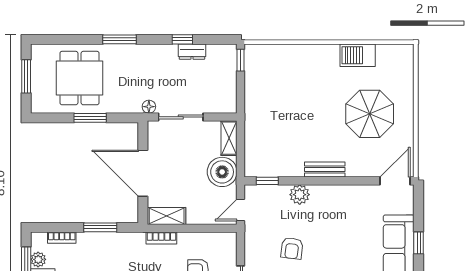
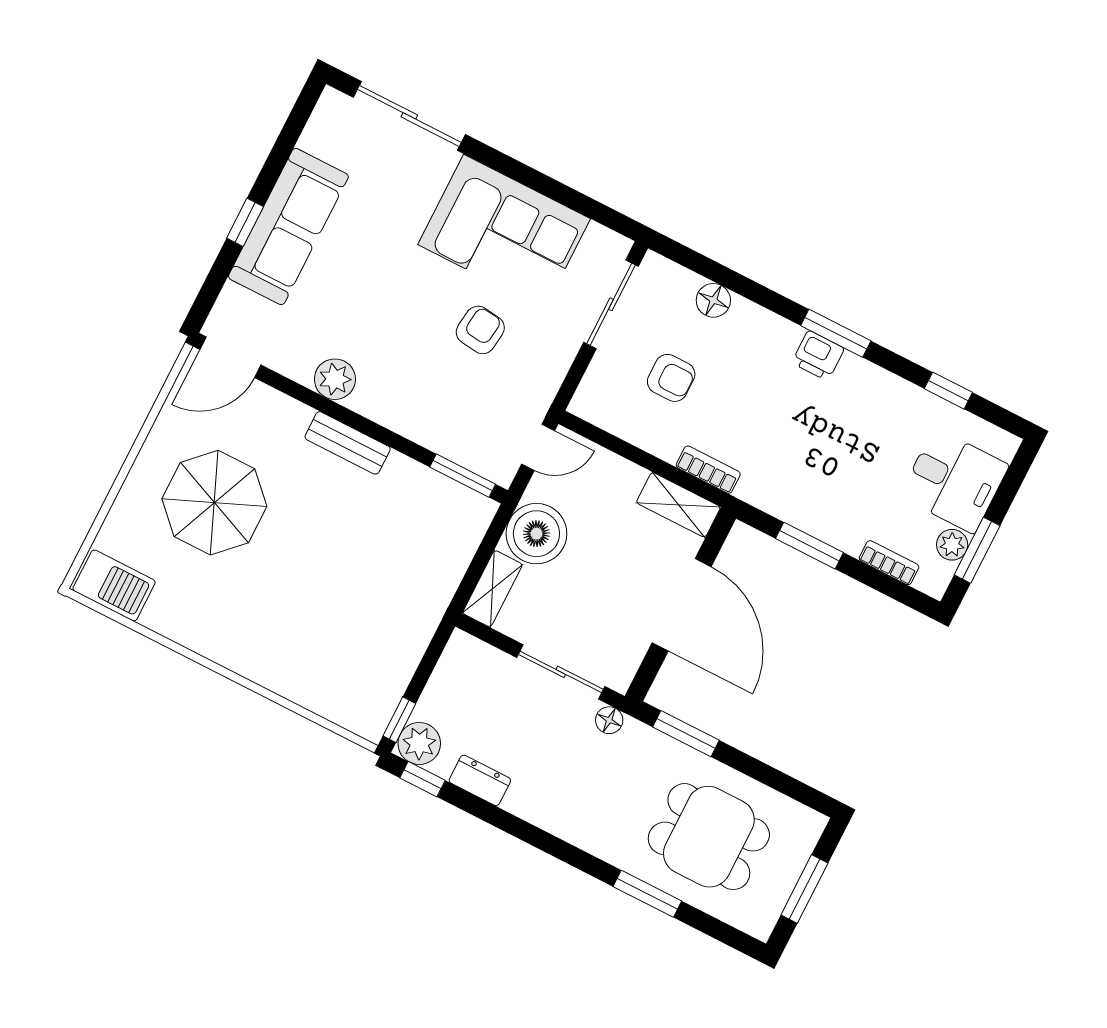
window: (120, 39) -> (647, 894), moved
window: (182, 39) -> (422, 779), moved
plant: (227, 54) -> (419, 743), added
barbecue: (358, 55) -> (114, 585), moved
dining table: (79, 78) -> (709, 837), turned 90
window: (90, 118) -> (686, 734), moved
window: (267, 181) -> (463, 476), width x1.50
plant: (300, 195) -> (335, 379), moved

